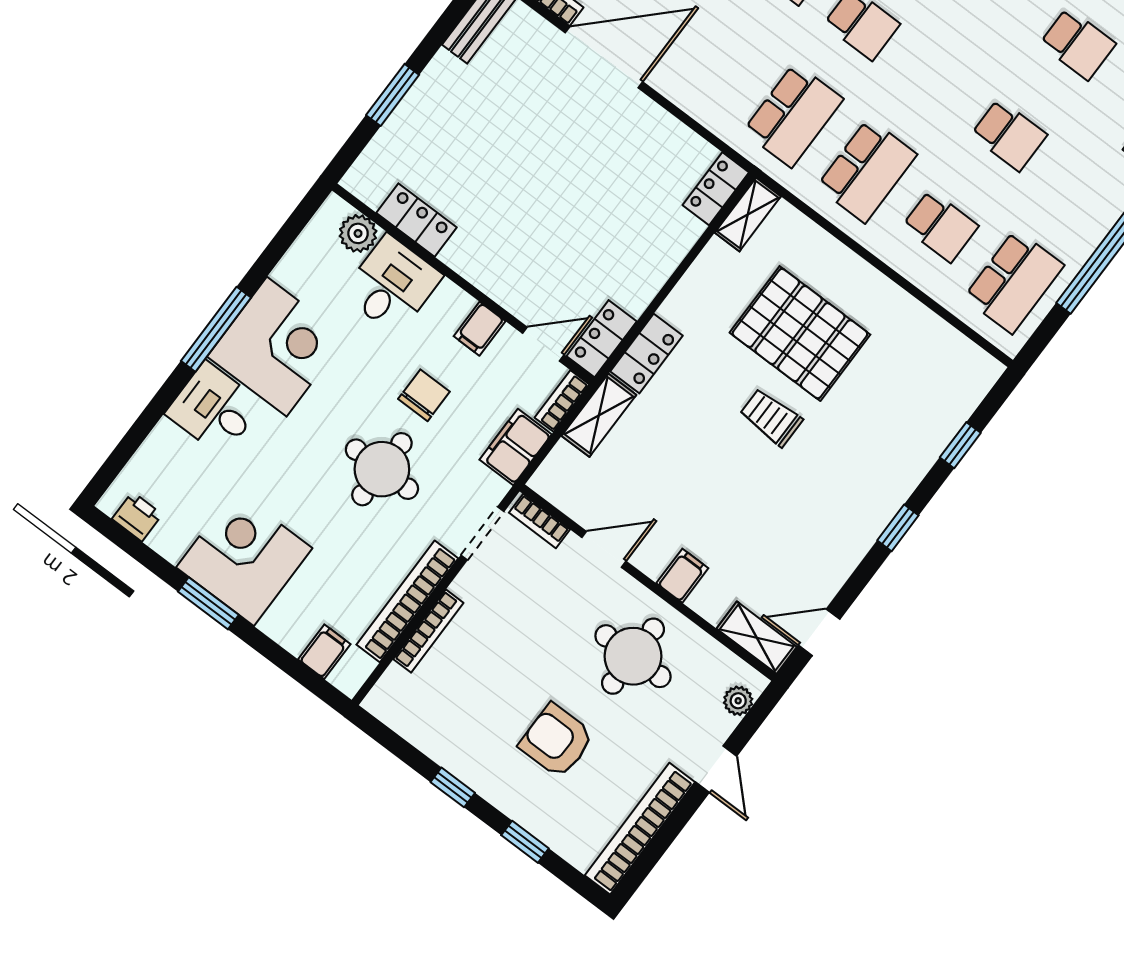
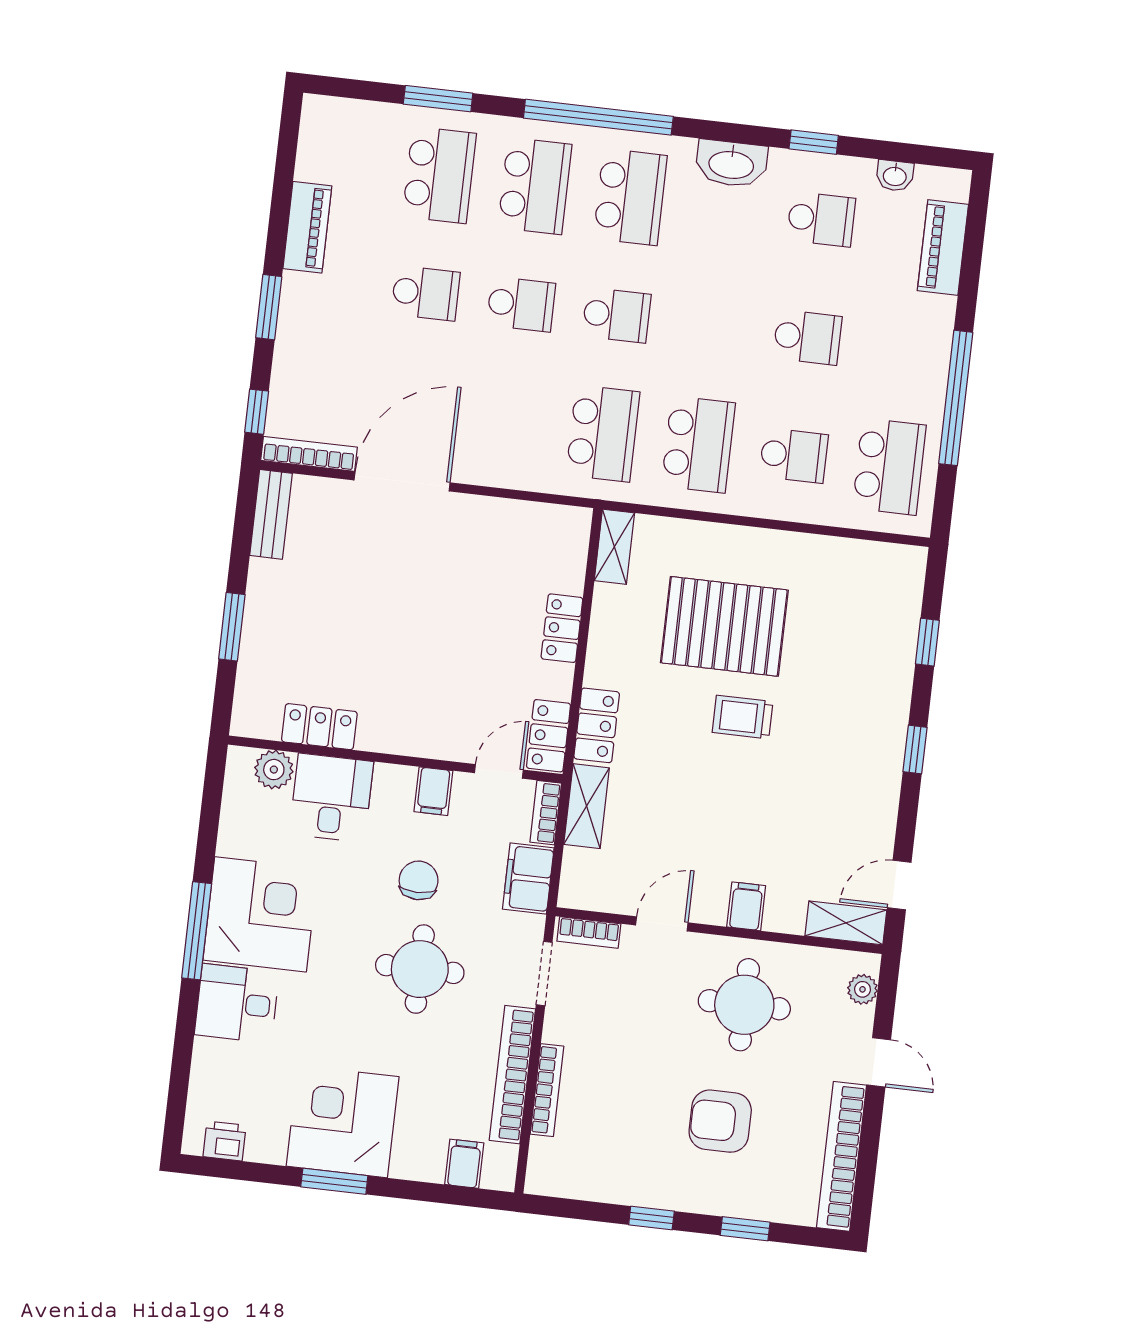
locker: (716, 189) -> (562, 628), moved

